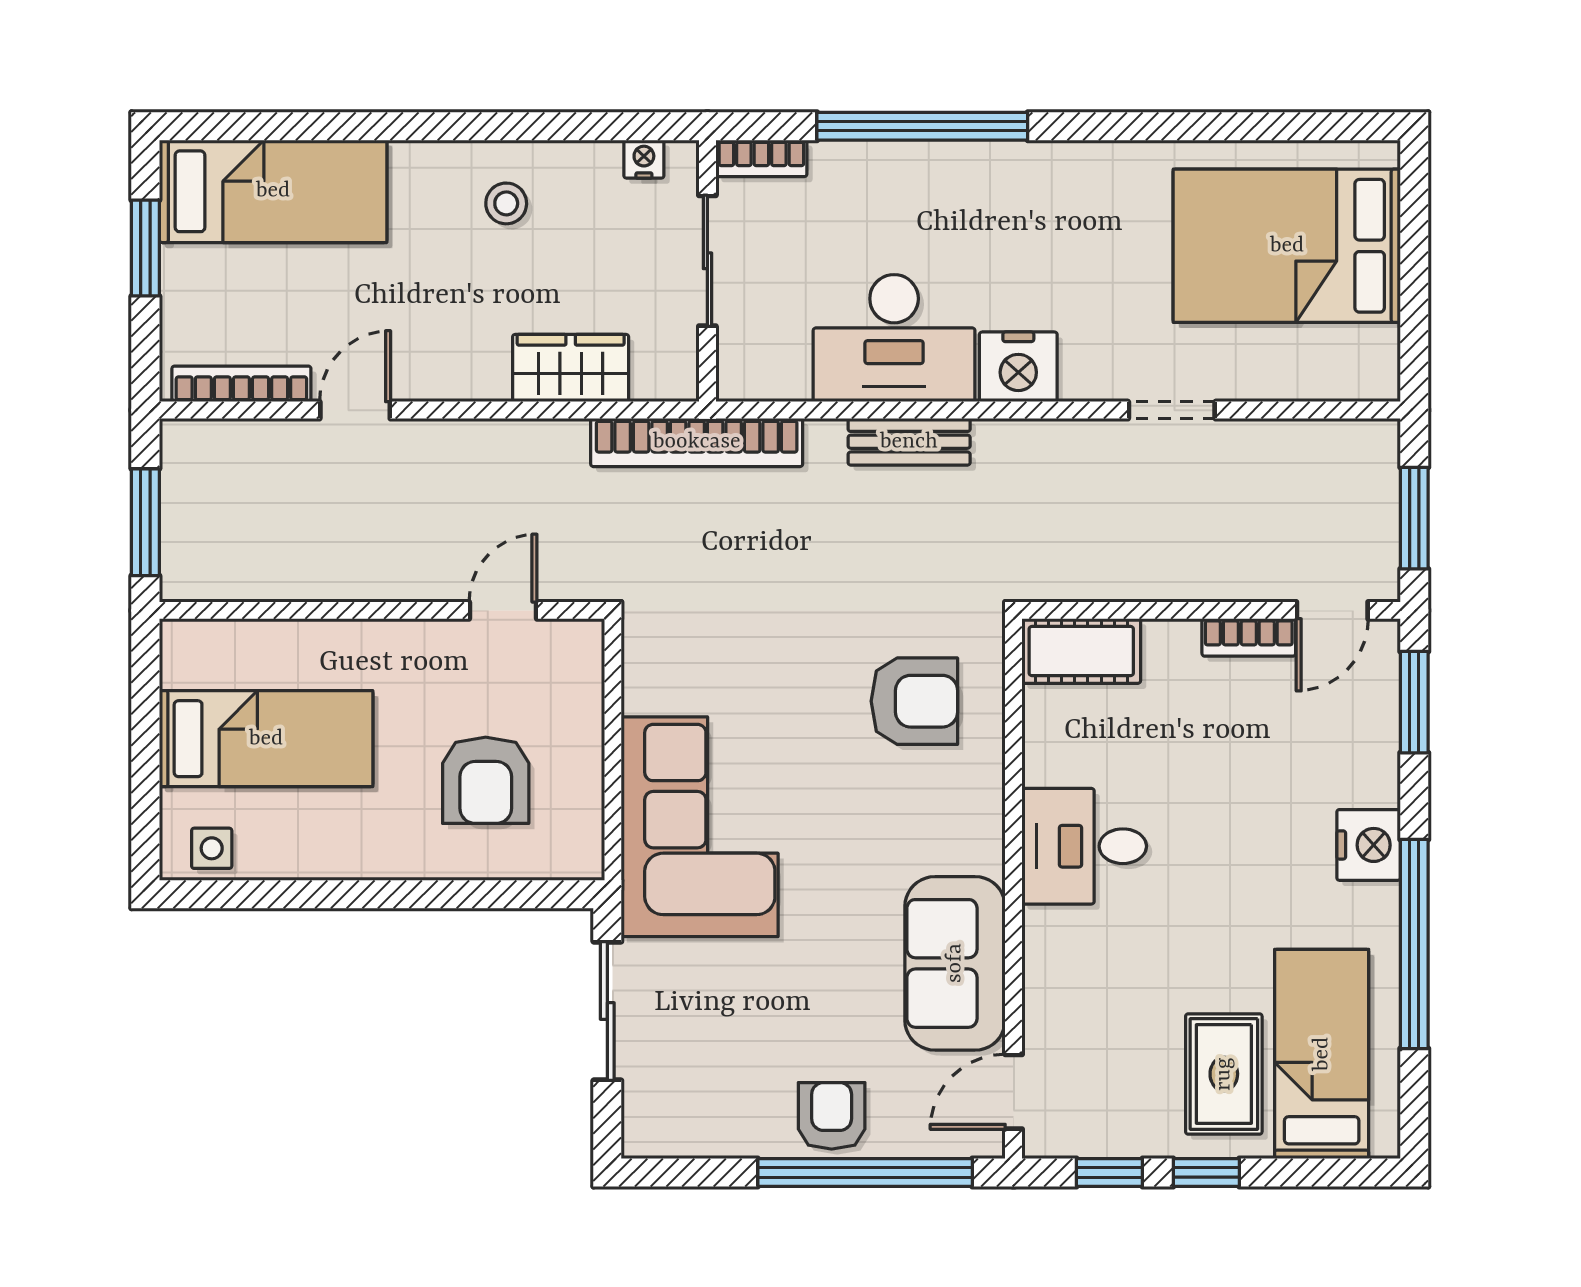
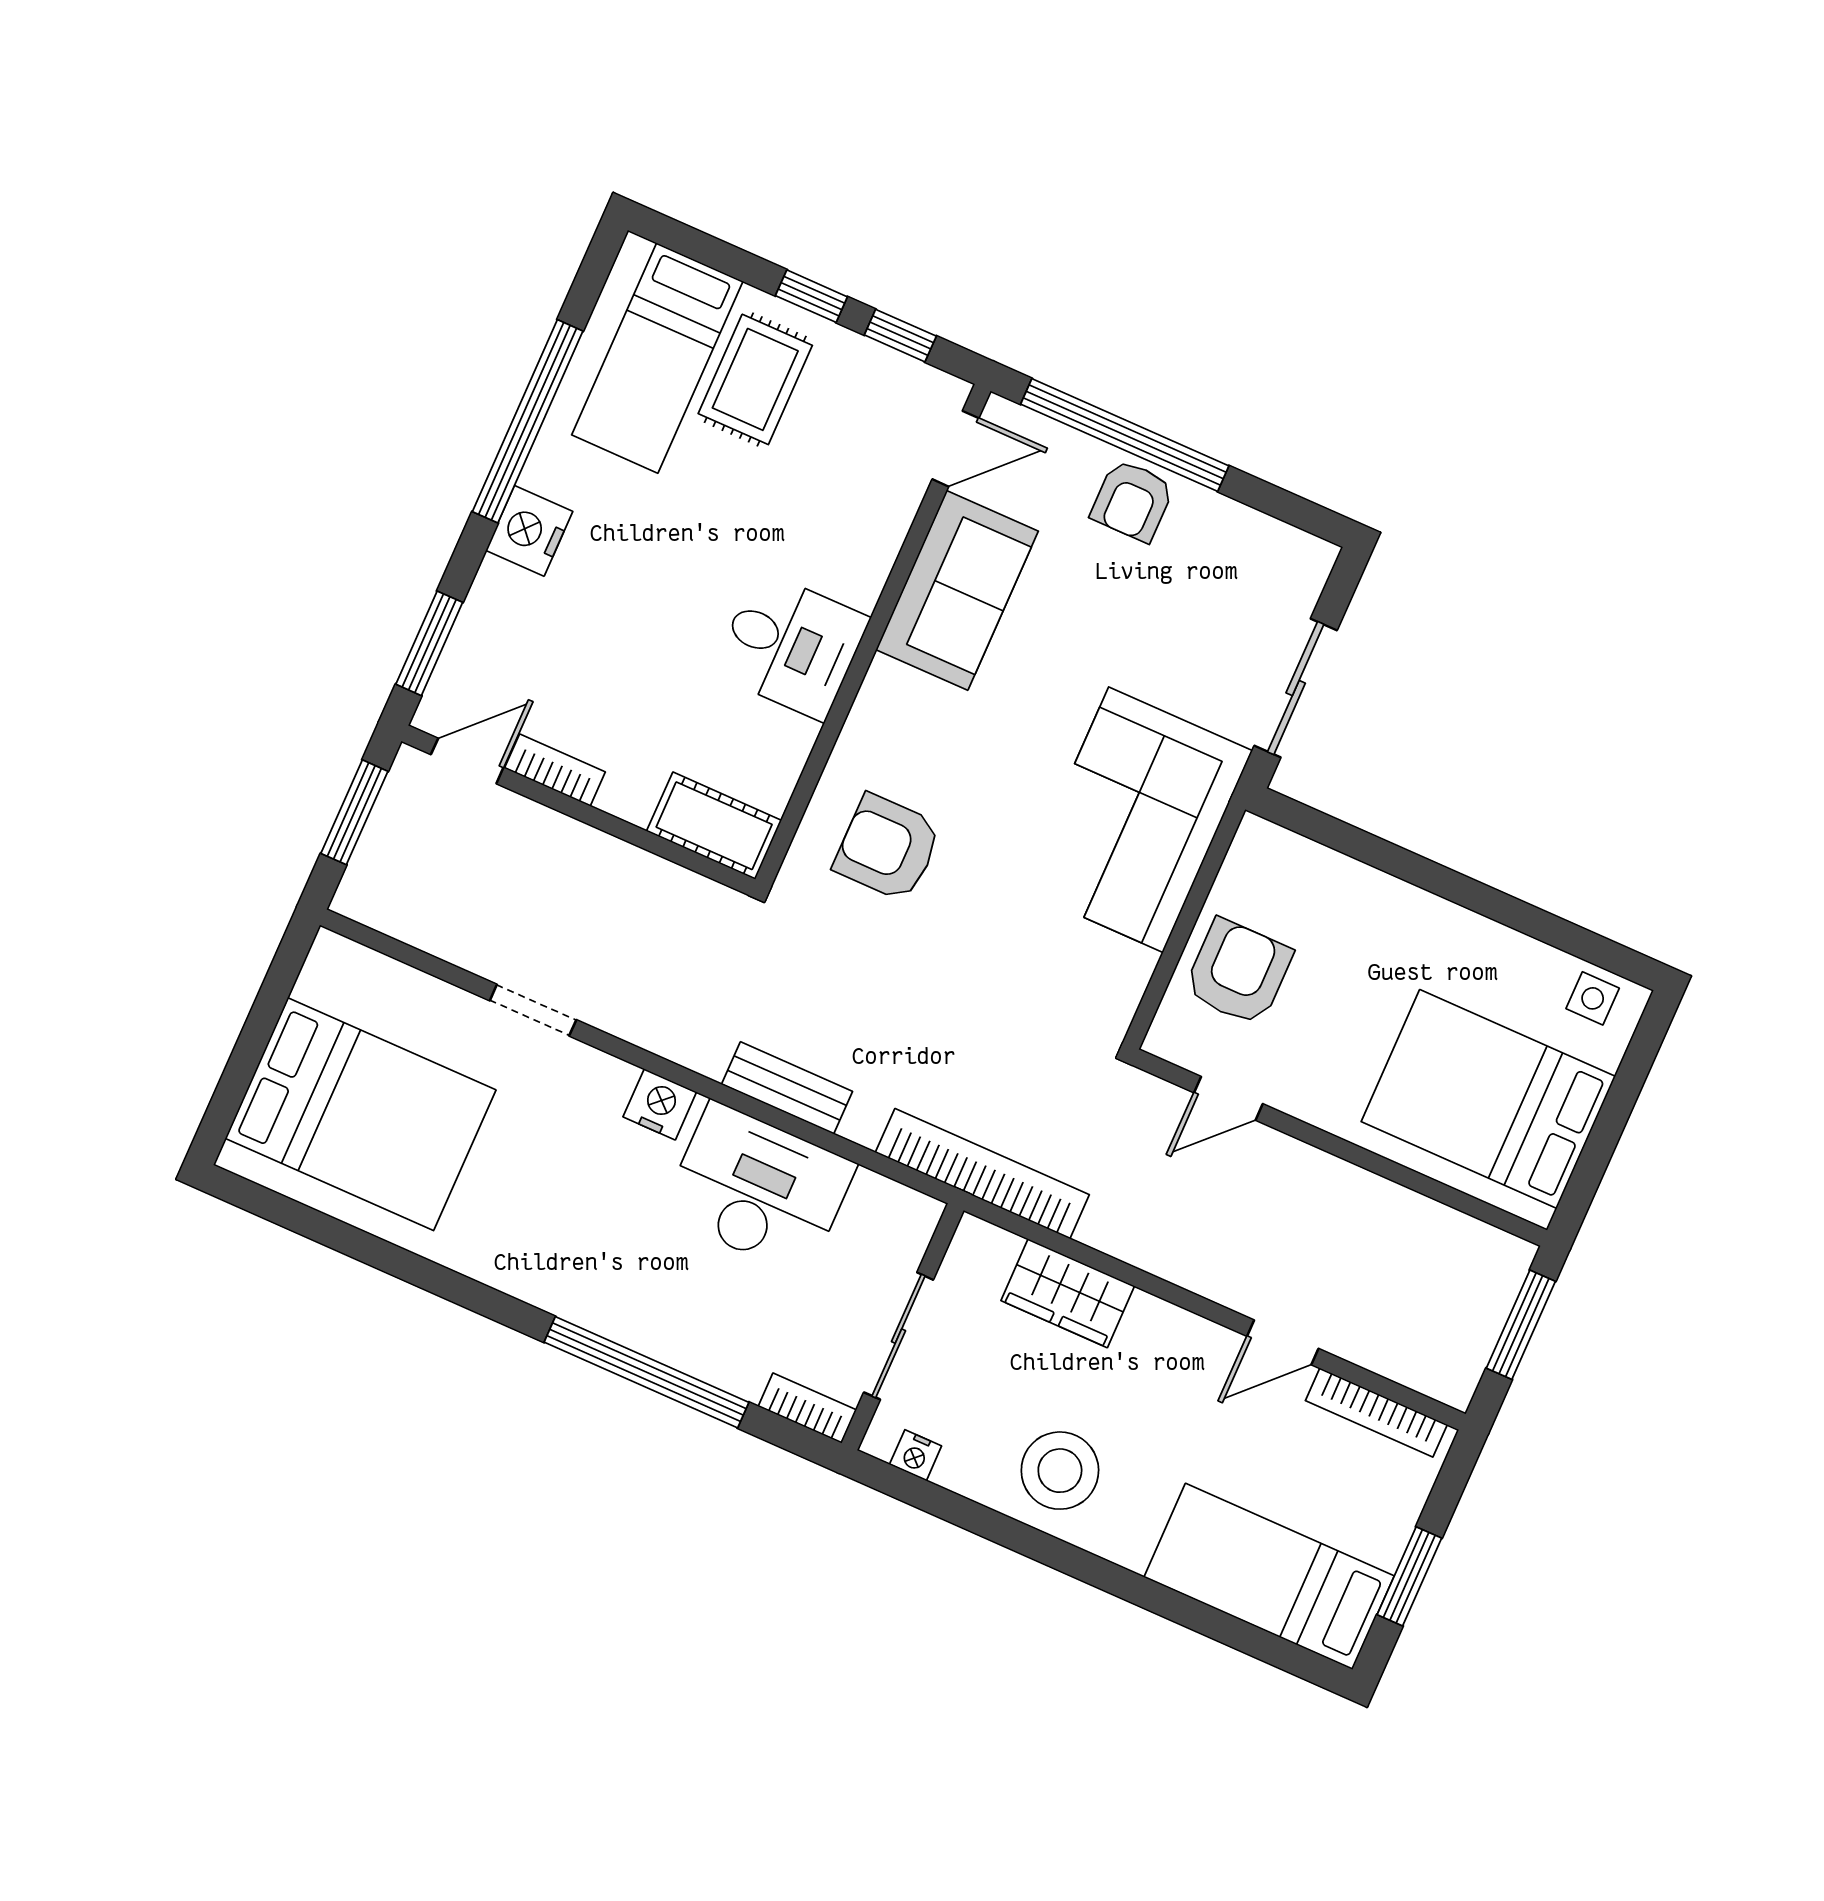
stool: (506, 203) -> (1060, 1471), width x1.89, depth x1.89
nightstand: (1018, 367) -> (660, 1104), width x0.74, depth x0.75
bed: (266, 739) -> (1488, 1099), width x1.50
armchair: (486, 780) -> (1238, 972), moved

